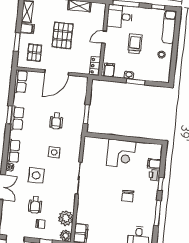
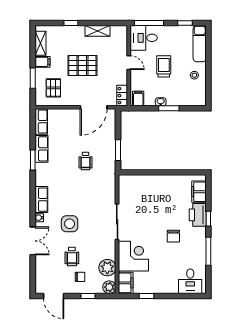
pallet: (63, 35) -> (82, 66), turned 90
door: (104, 37) -> (129, 63), swing flipped
door: (57, 72) -> (94, 107), moved
row of seats: (17, 118) -> (42, 149), moved
side table: (54, 152) -> (87, 196), removed
corner desk: (121, 154) -> (133, 256), moved, turned -90
filing cabinet: (154, 164) -> (199, 192), width x2.00
printer: (154, 175) -> (198, 215), width x1.87, depth x1.48

